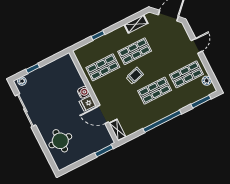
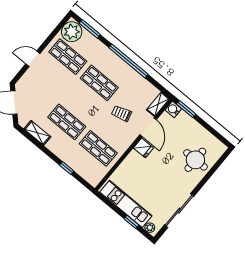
kitchen unit: (49, 70) -> (126, 204), added
trolley: (135, 76) -> (121, 113), moved
plant: (207, 81) -> (72, 32), width x1.88, depth x1.88
water cooler: (84, 92) -> (173, 109), moved

